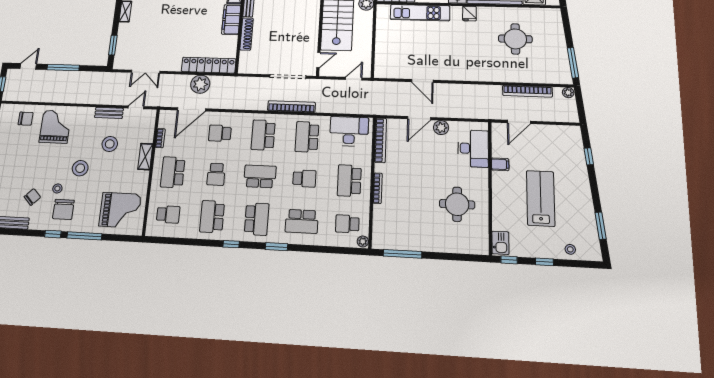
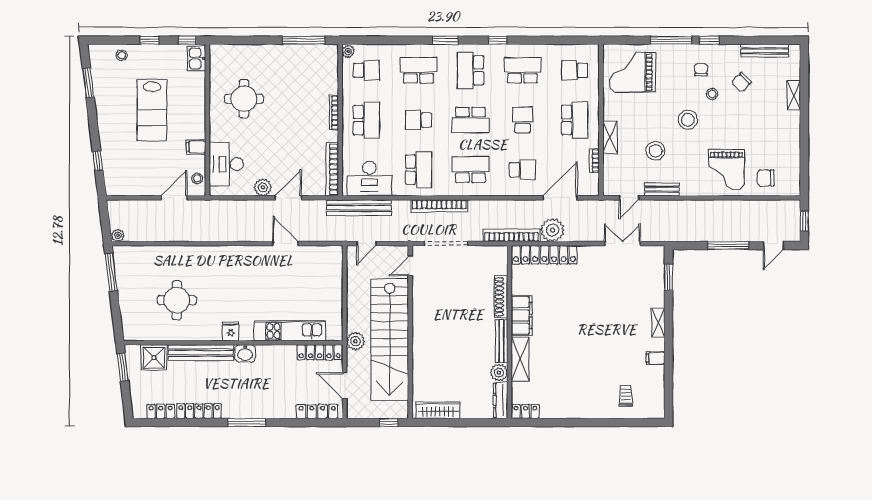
bookcase: (527, 91) -> (511, 235), moved
bench: (359, 108) -> (359, 208), added
school desk: (263, 135) -> (471, 170), turned -90
stool: (499, 137) -> (197, 178), added
chair: (63, 209) -> (701, 70), width x0.54, depth x0.54
school desk: (212, 217) -> (523, 70), turned -90

